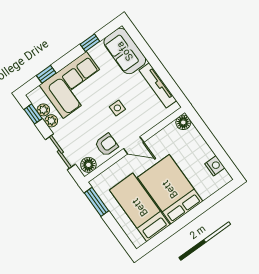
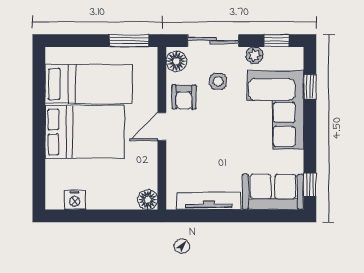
window: (90, 43) -> (310, 185), moved
side table: (117, 108) -> (218, 81), moved
plant: (43, 110) -> (273, 55), removed

